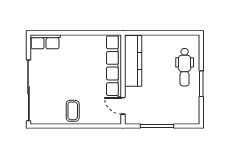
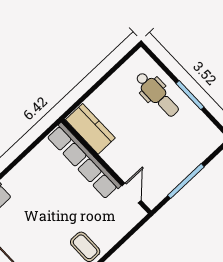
kitchen counter: (133, 61) -> (90, 129), width x0.67
door: (123, 106) -> (132, 193), swing flipped

